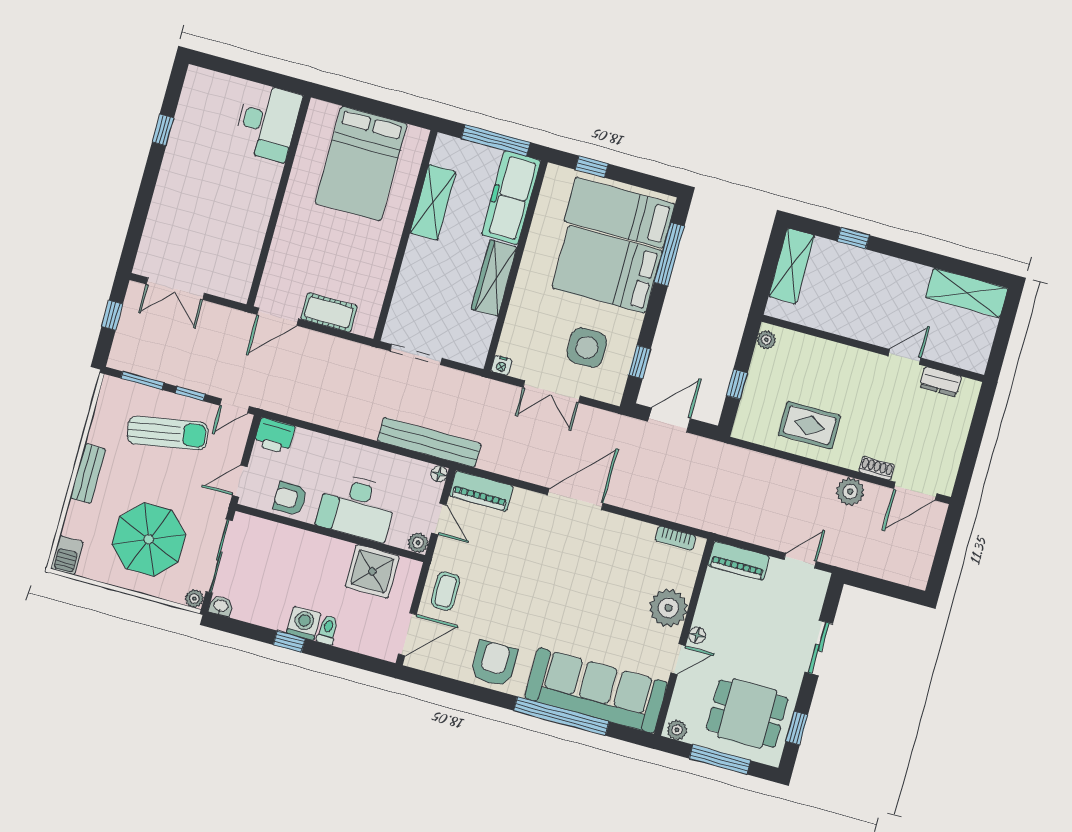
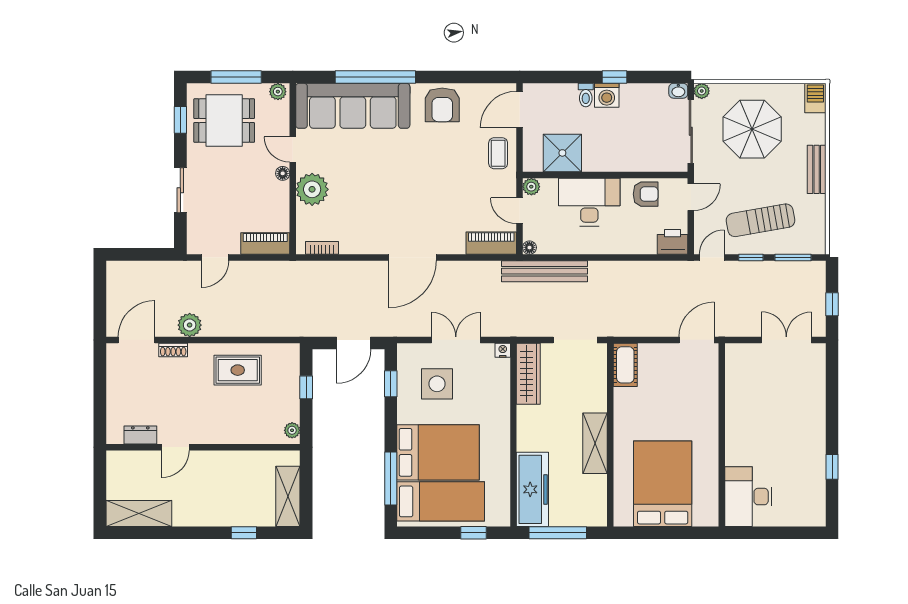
shelving: (433, 202) -> (595, 443), moved
wardrobe: (494, 278) -> (528, 374), moved
cot: (329, 312) -> (625, 365), moved, turned 90
door: (678, 659) -> (293, 150), hinge flipped

